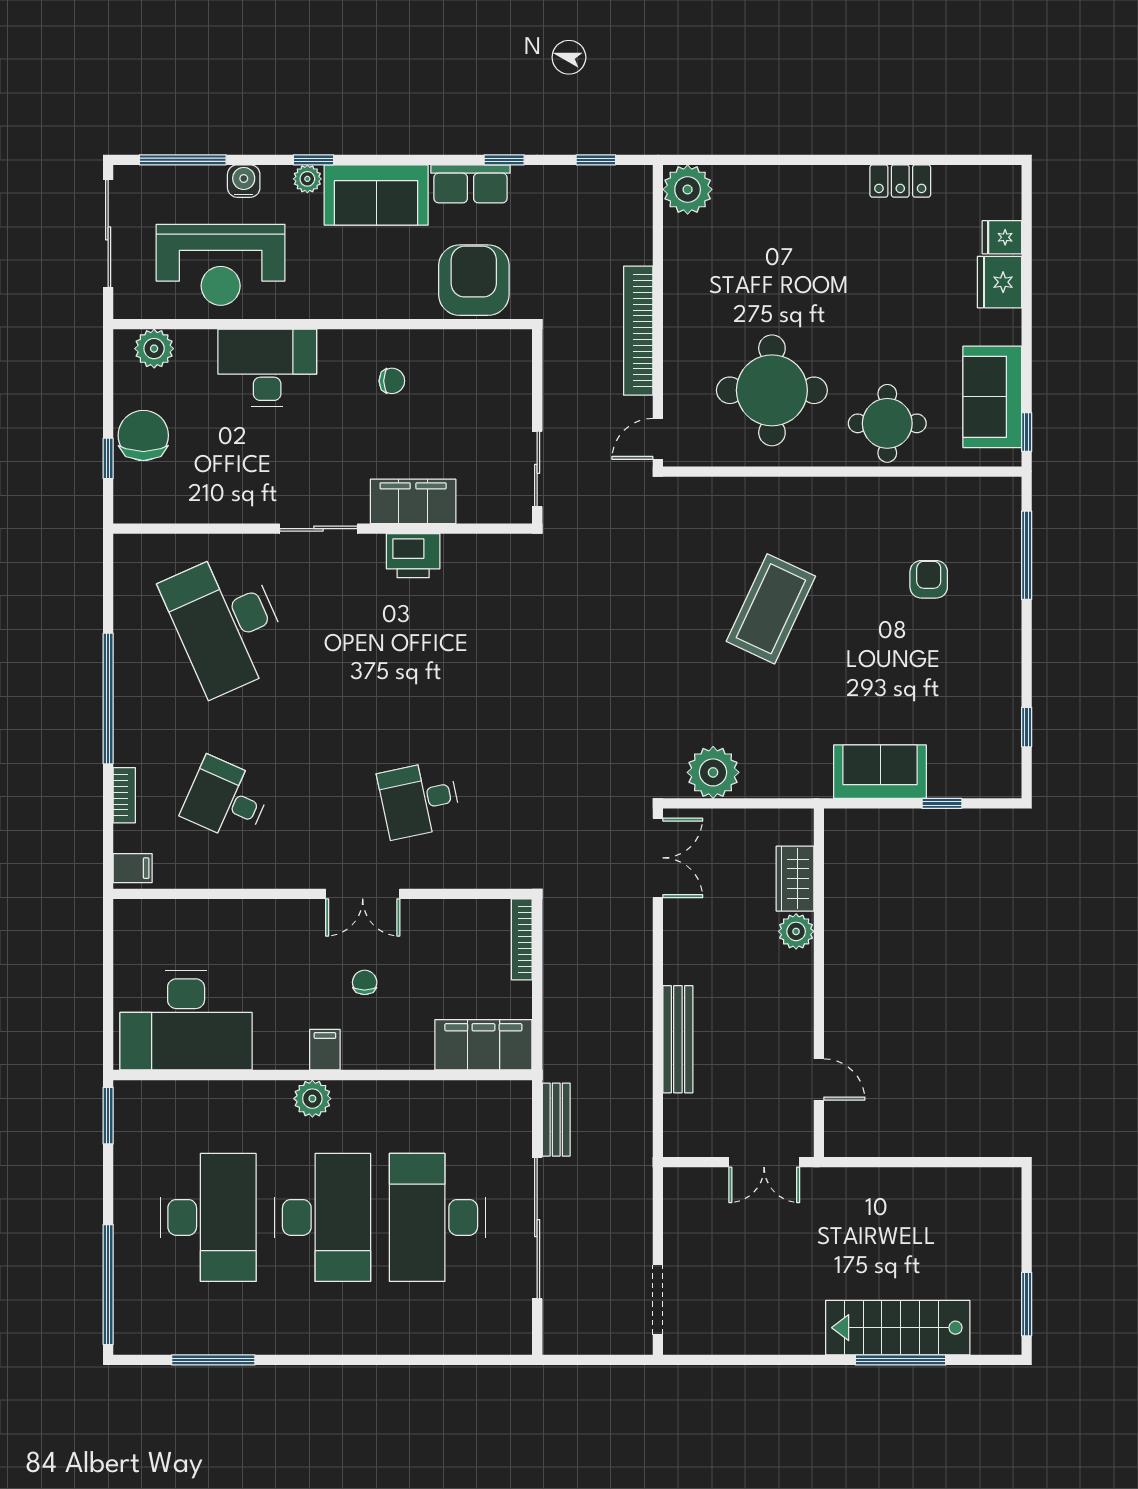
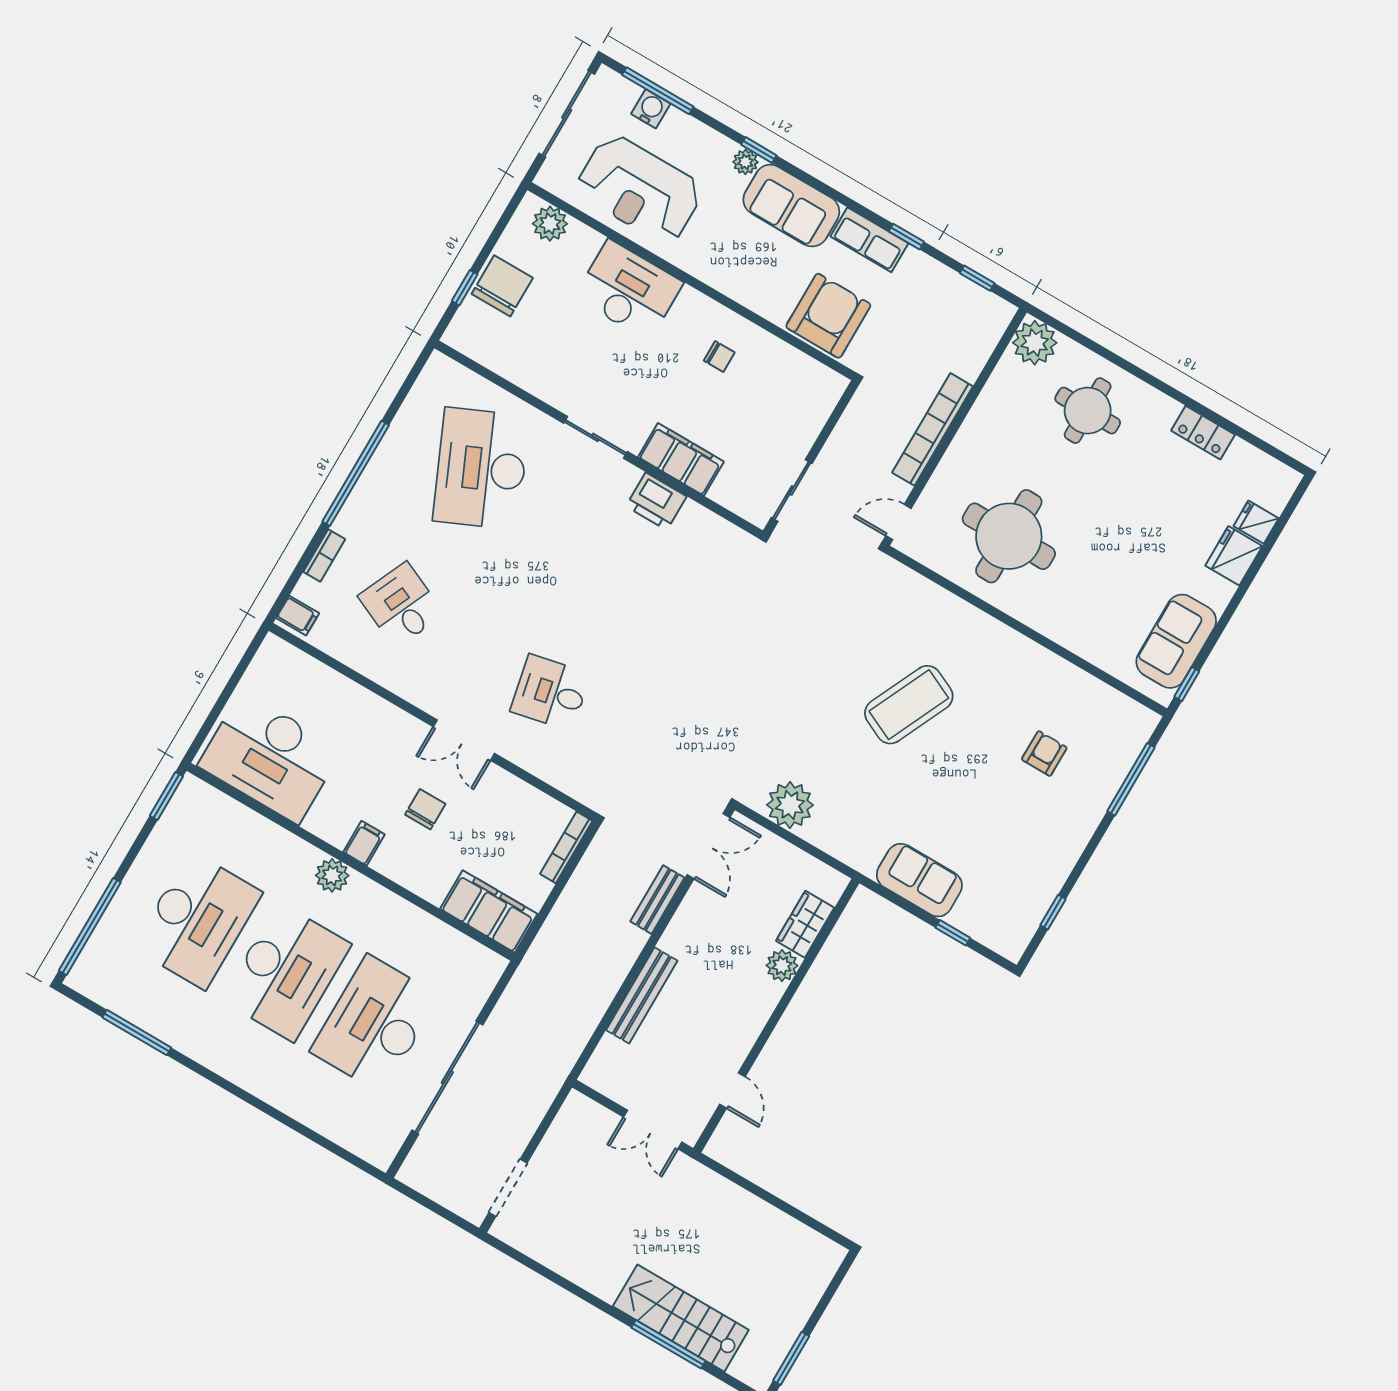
water cooler: (244, 181) -> (651, 109), moved
round table: (887, 423) -> (1088, 411), moved
chair: (365, 982) -> (425, 809), width x1.37, depth x1.37
bench: (556, 1120) -> (657, 900), moved

